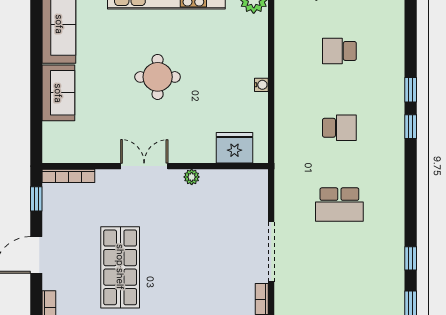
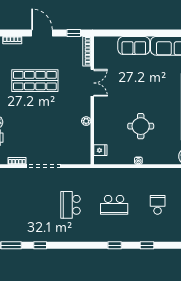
round table: (158, 77) -> (141, 126), moved
window: (411, 90) -> (147, 245), moved
school desk: (339, 128) -> (114, 205), width x1.85
fridge: (234, 148) -> (100, 150), width x0.53, depth x0.75
double door: (144, 166) -> (92, 83), moved

